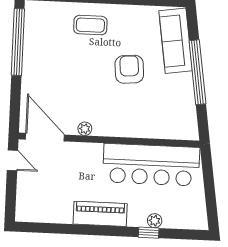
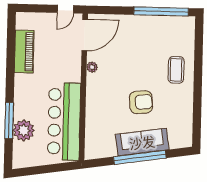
sofa: (176, 41) -> (142, 142), moved
piano: (100, 214) -> (24, 51), moved
plant: (155, 221) -> (24, 130), width x1.88, depth x1.88
window: (149, 233) -> (9, 121), width x2.17

